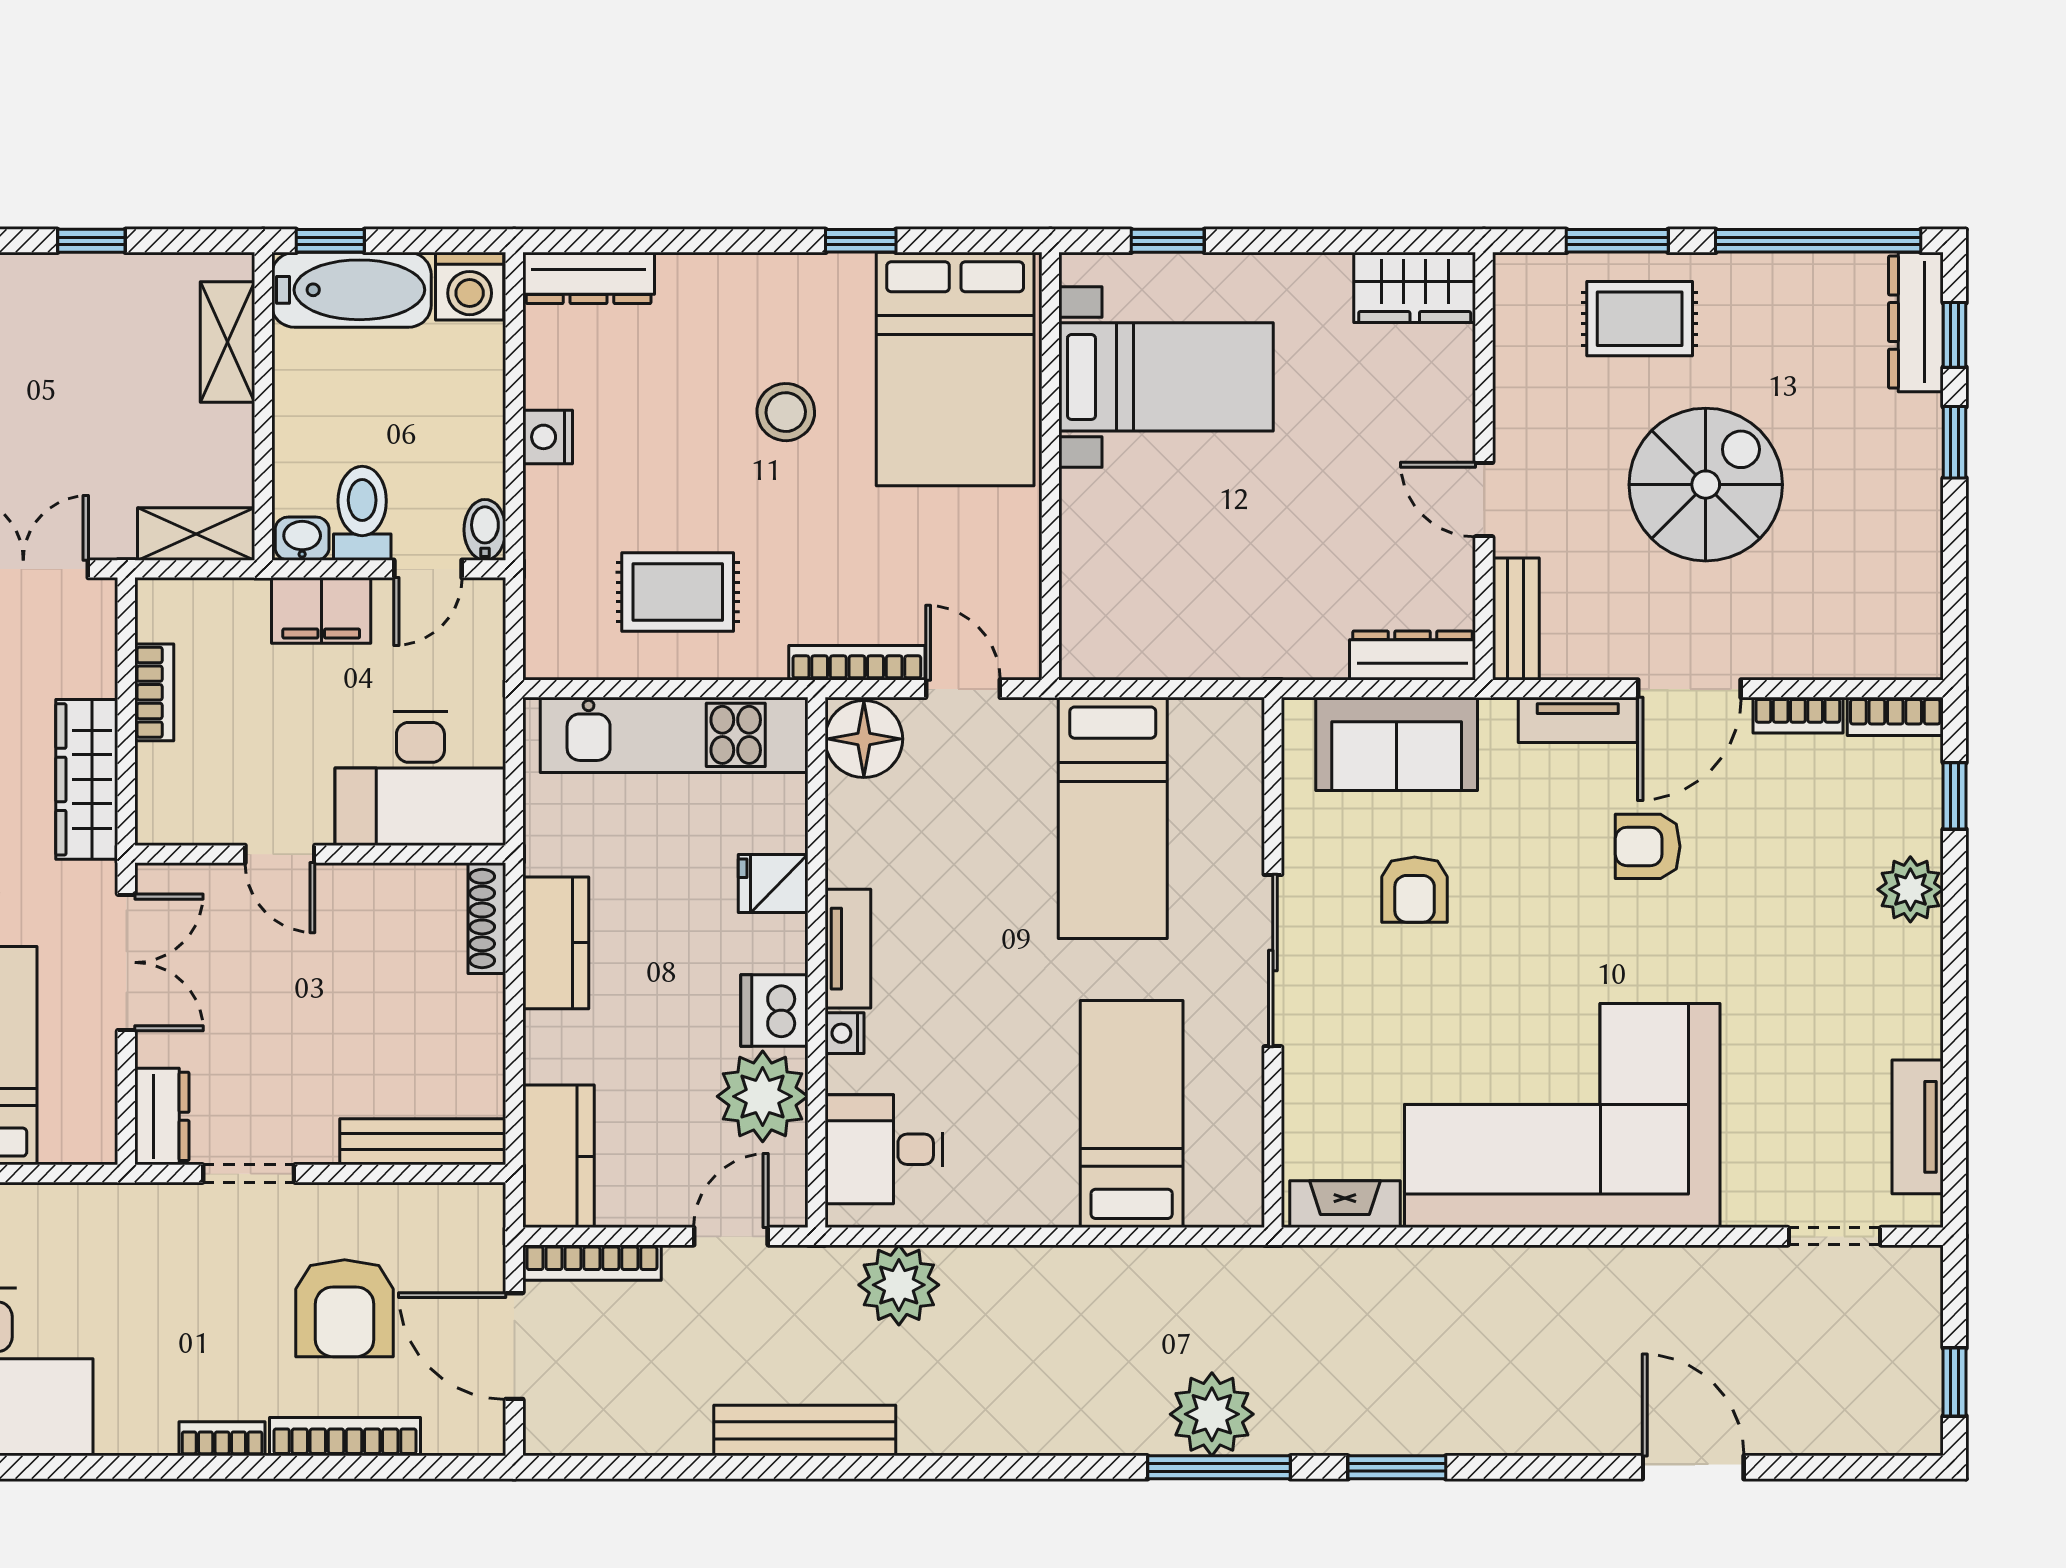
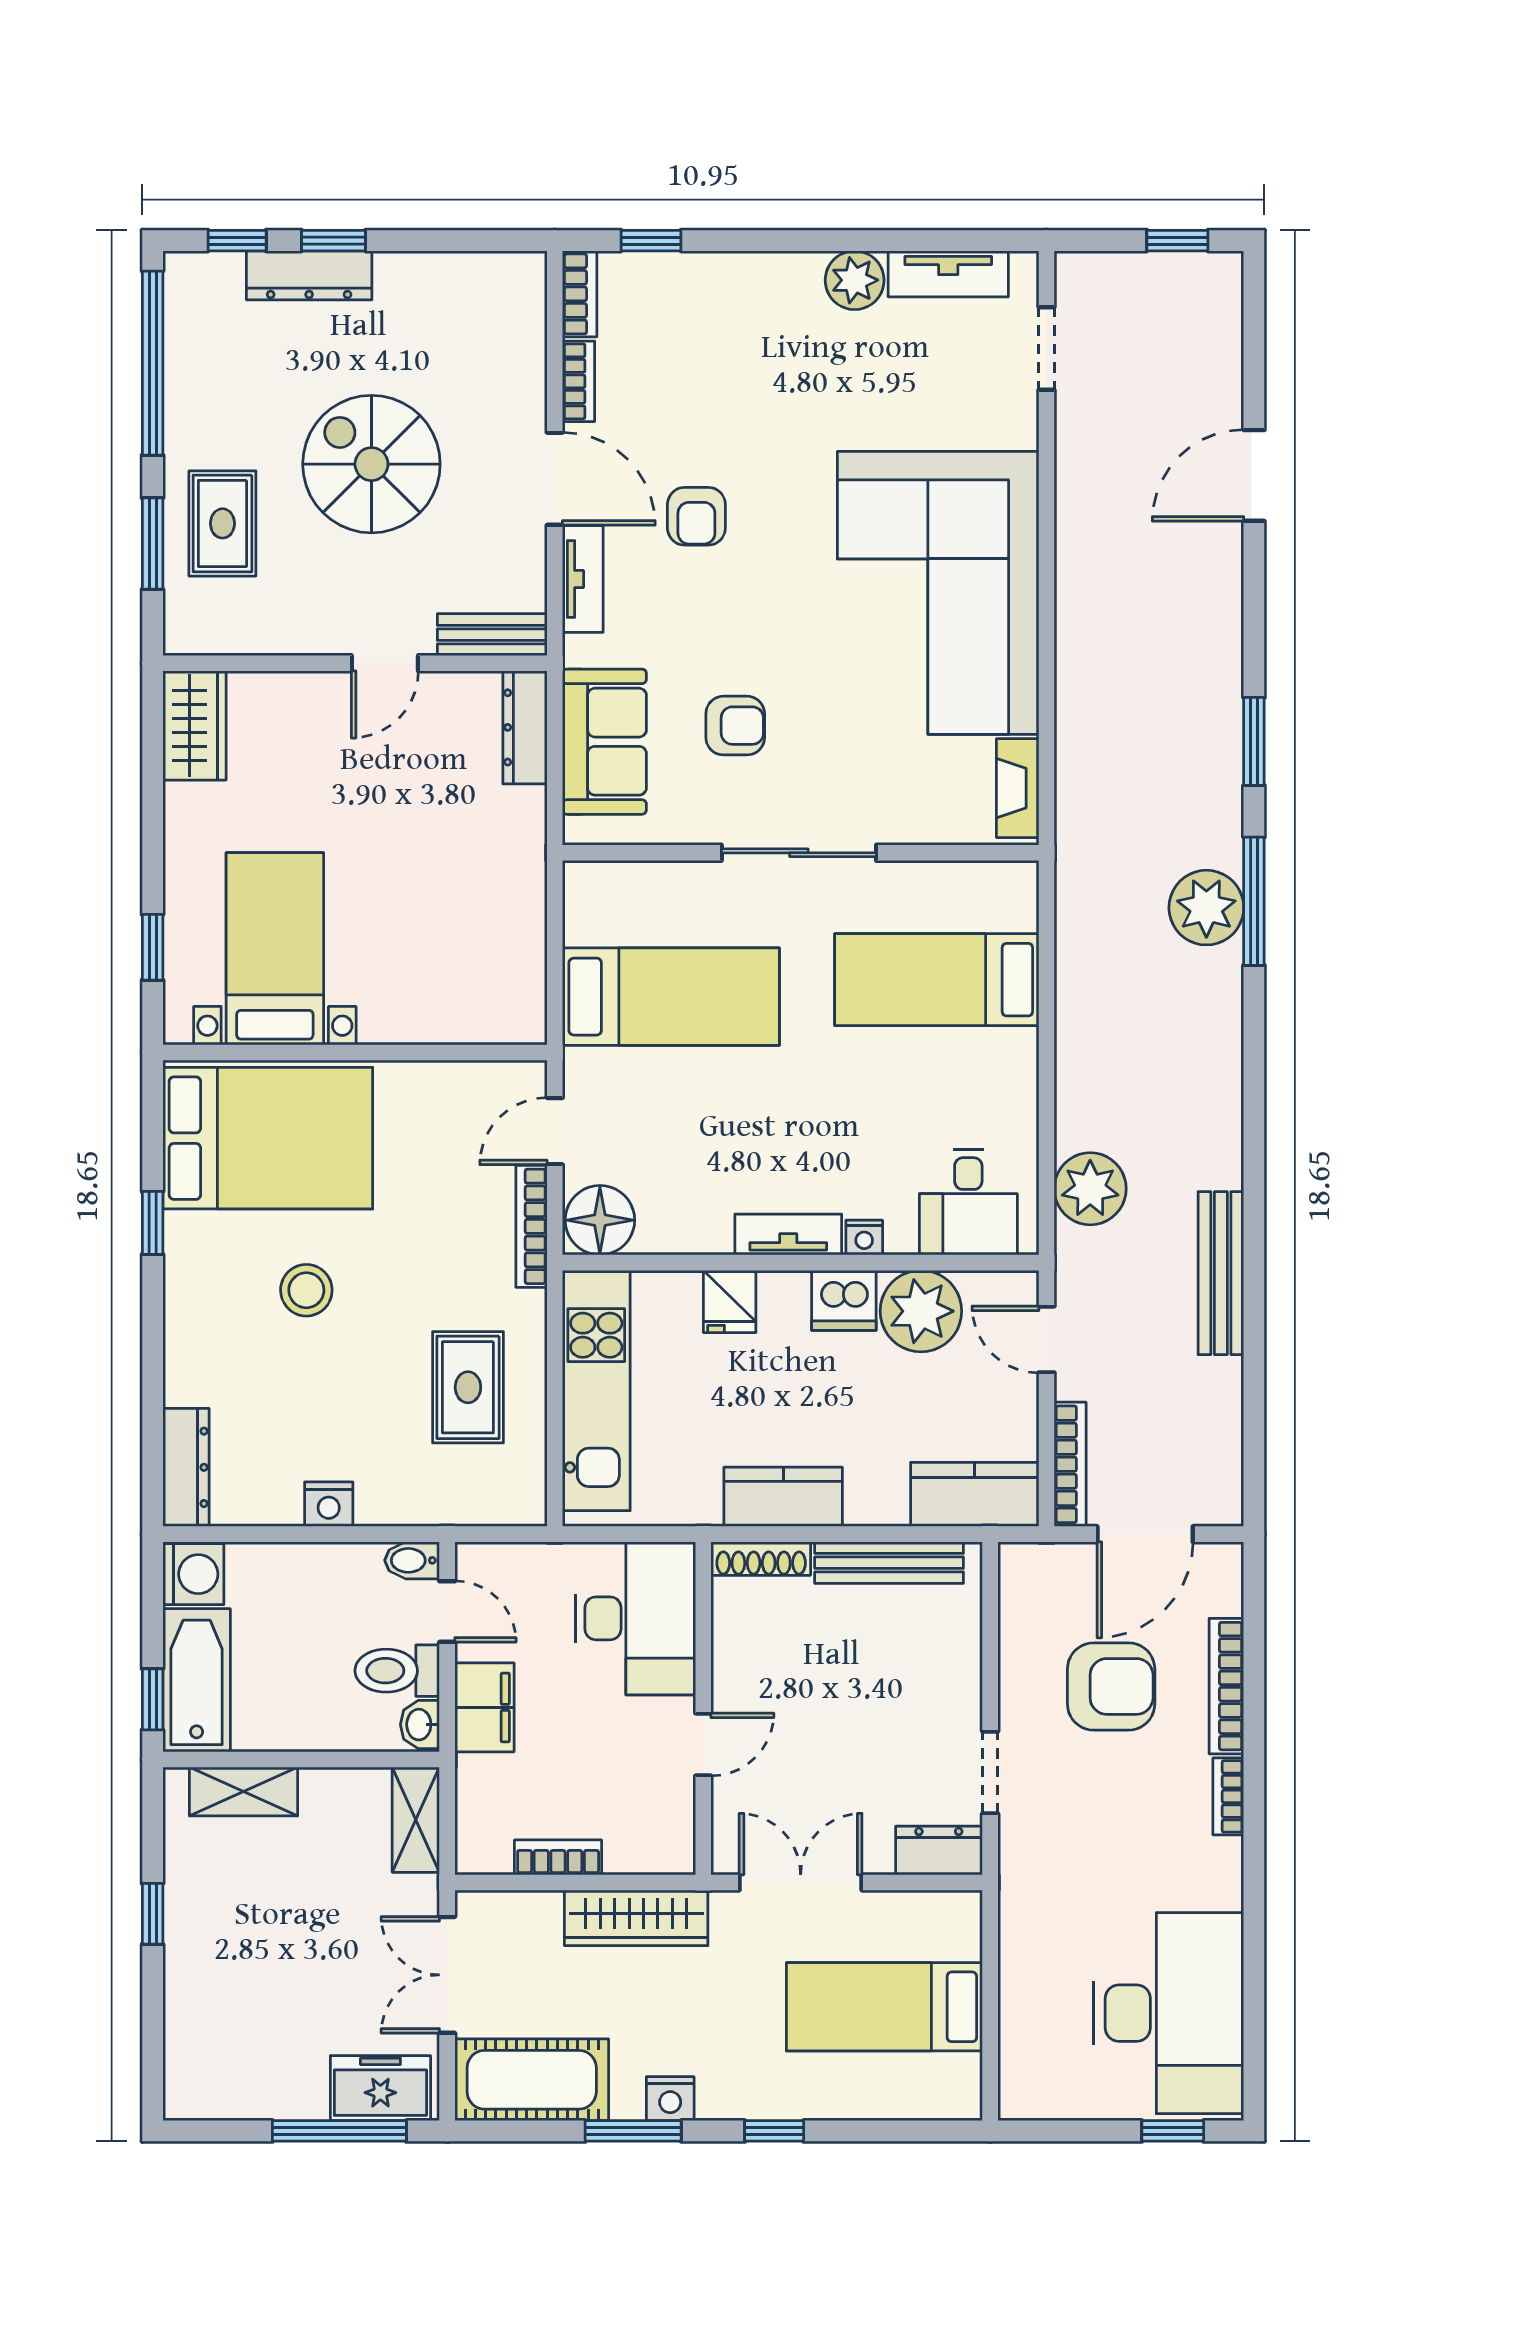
dresser: (1916, 322) -> (309, 275), moved
plant: (1910, 889) -> (855, 280), moved
bench: (423, 1142) -> (889, 1563), moved, turned 90

